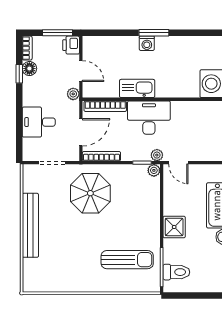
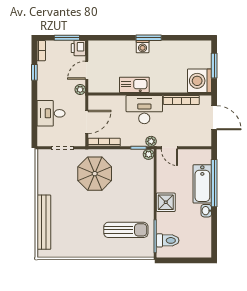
floor lamp: (29, 69) -> (43, 68), removed
door: (81, 71) -> (87, 70), swing flipped
bookcase: (105, 106) -> (181, 100), moved
bench: (30, 225) -> (44, 222), moved

